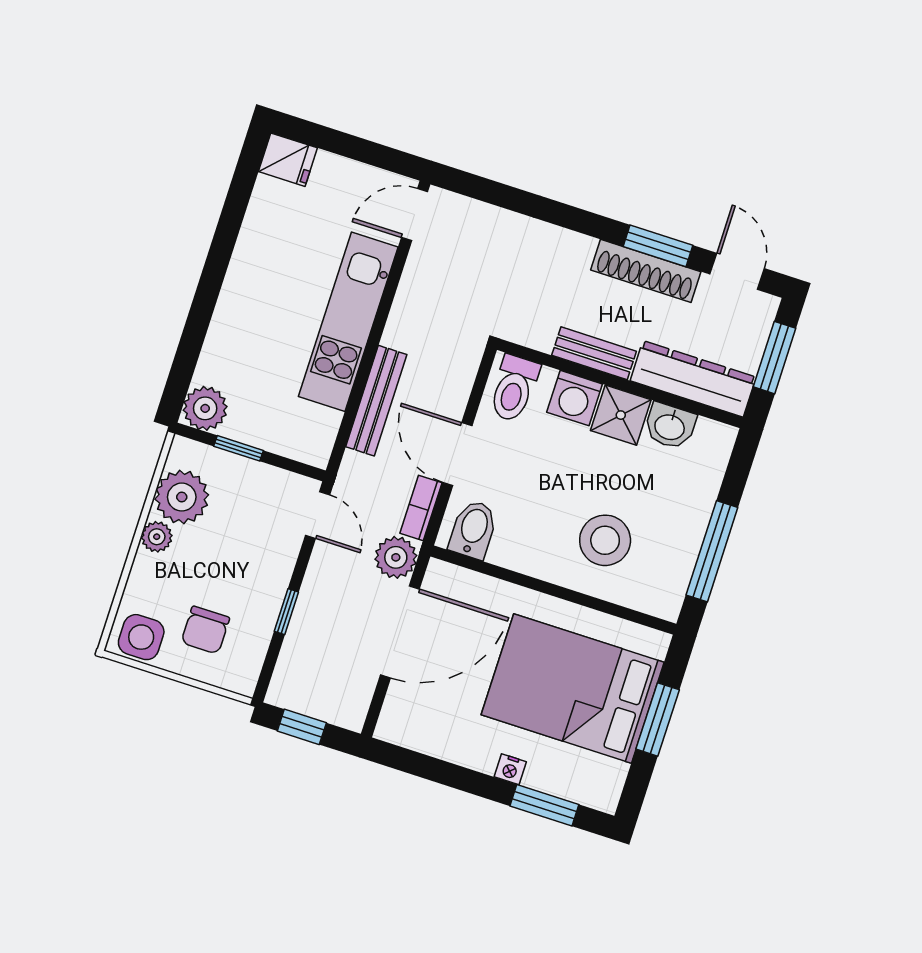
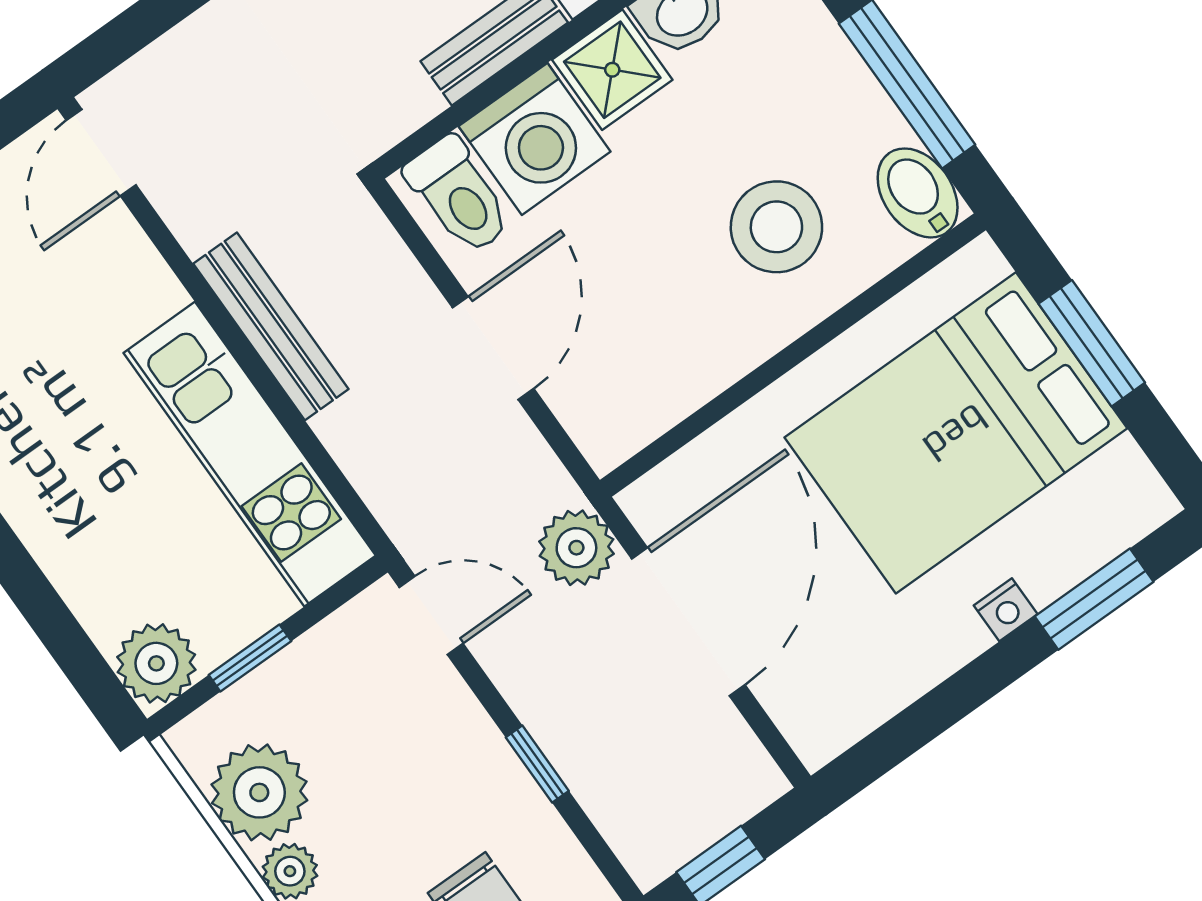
kitchen unit: (348, 322) -> (250, 454), moved
washing machine: (575, 398) -> (535, 139), width x1.37, depth x1.37
bench: (376, 401) -> (271, 326), moved
door: (457, 454) -> (493, 348), swing flipped
bookcase: (421, 508) -> (532, 458), removed
bidet: (473, 529) -> (918, 193), moved

